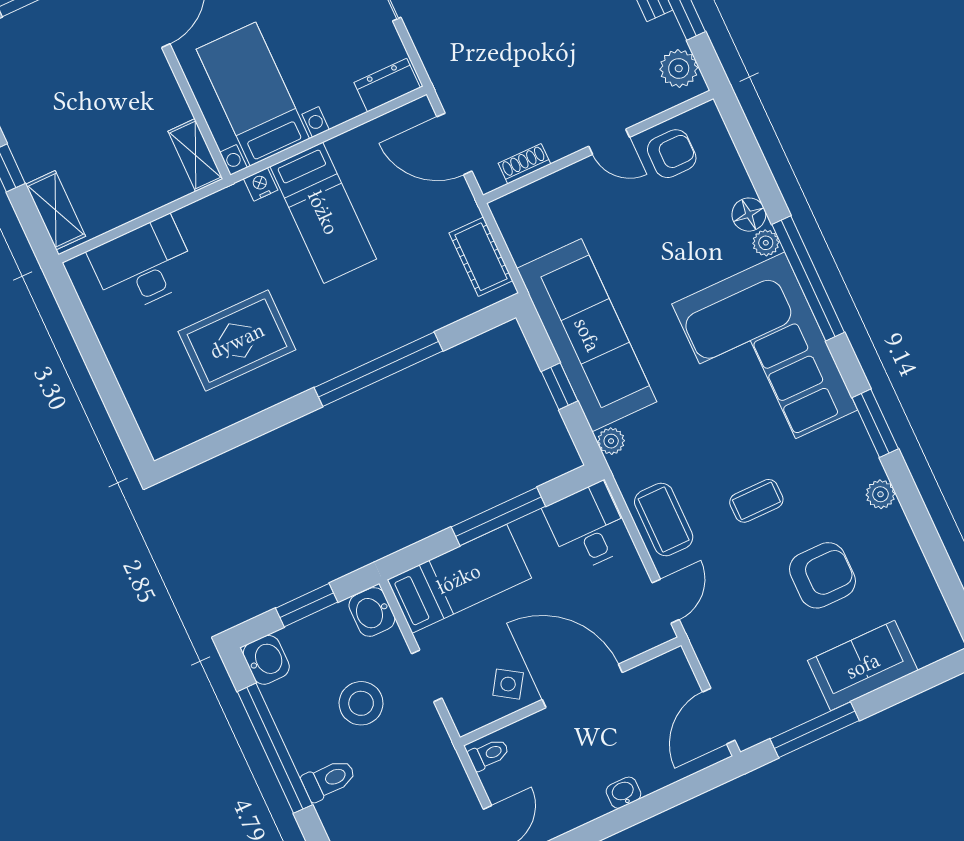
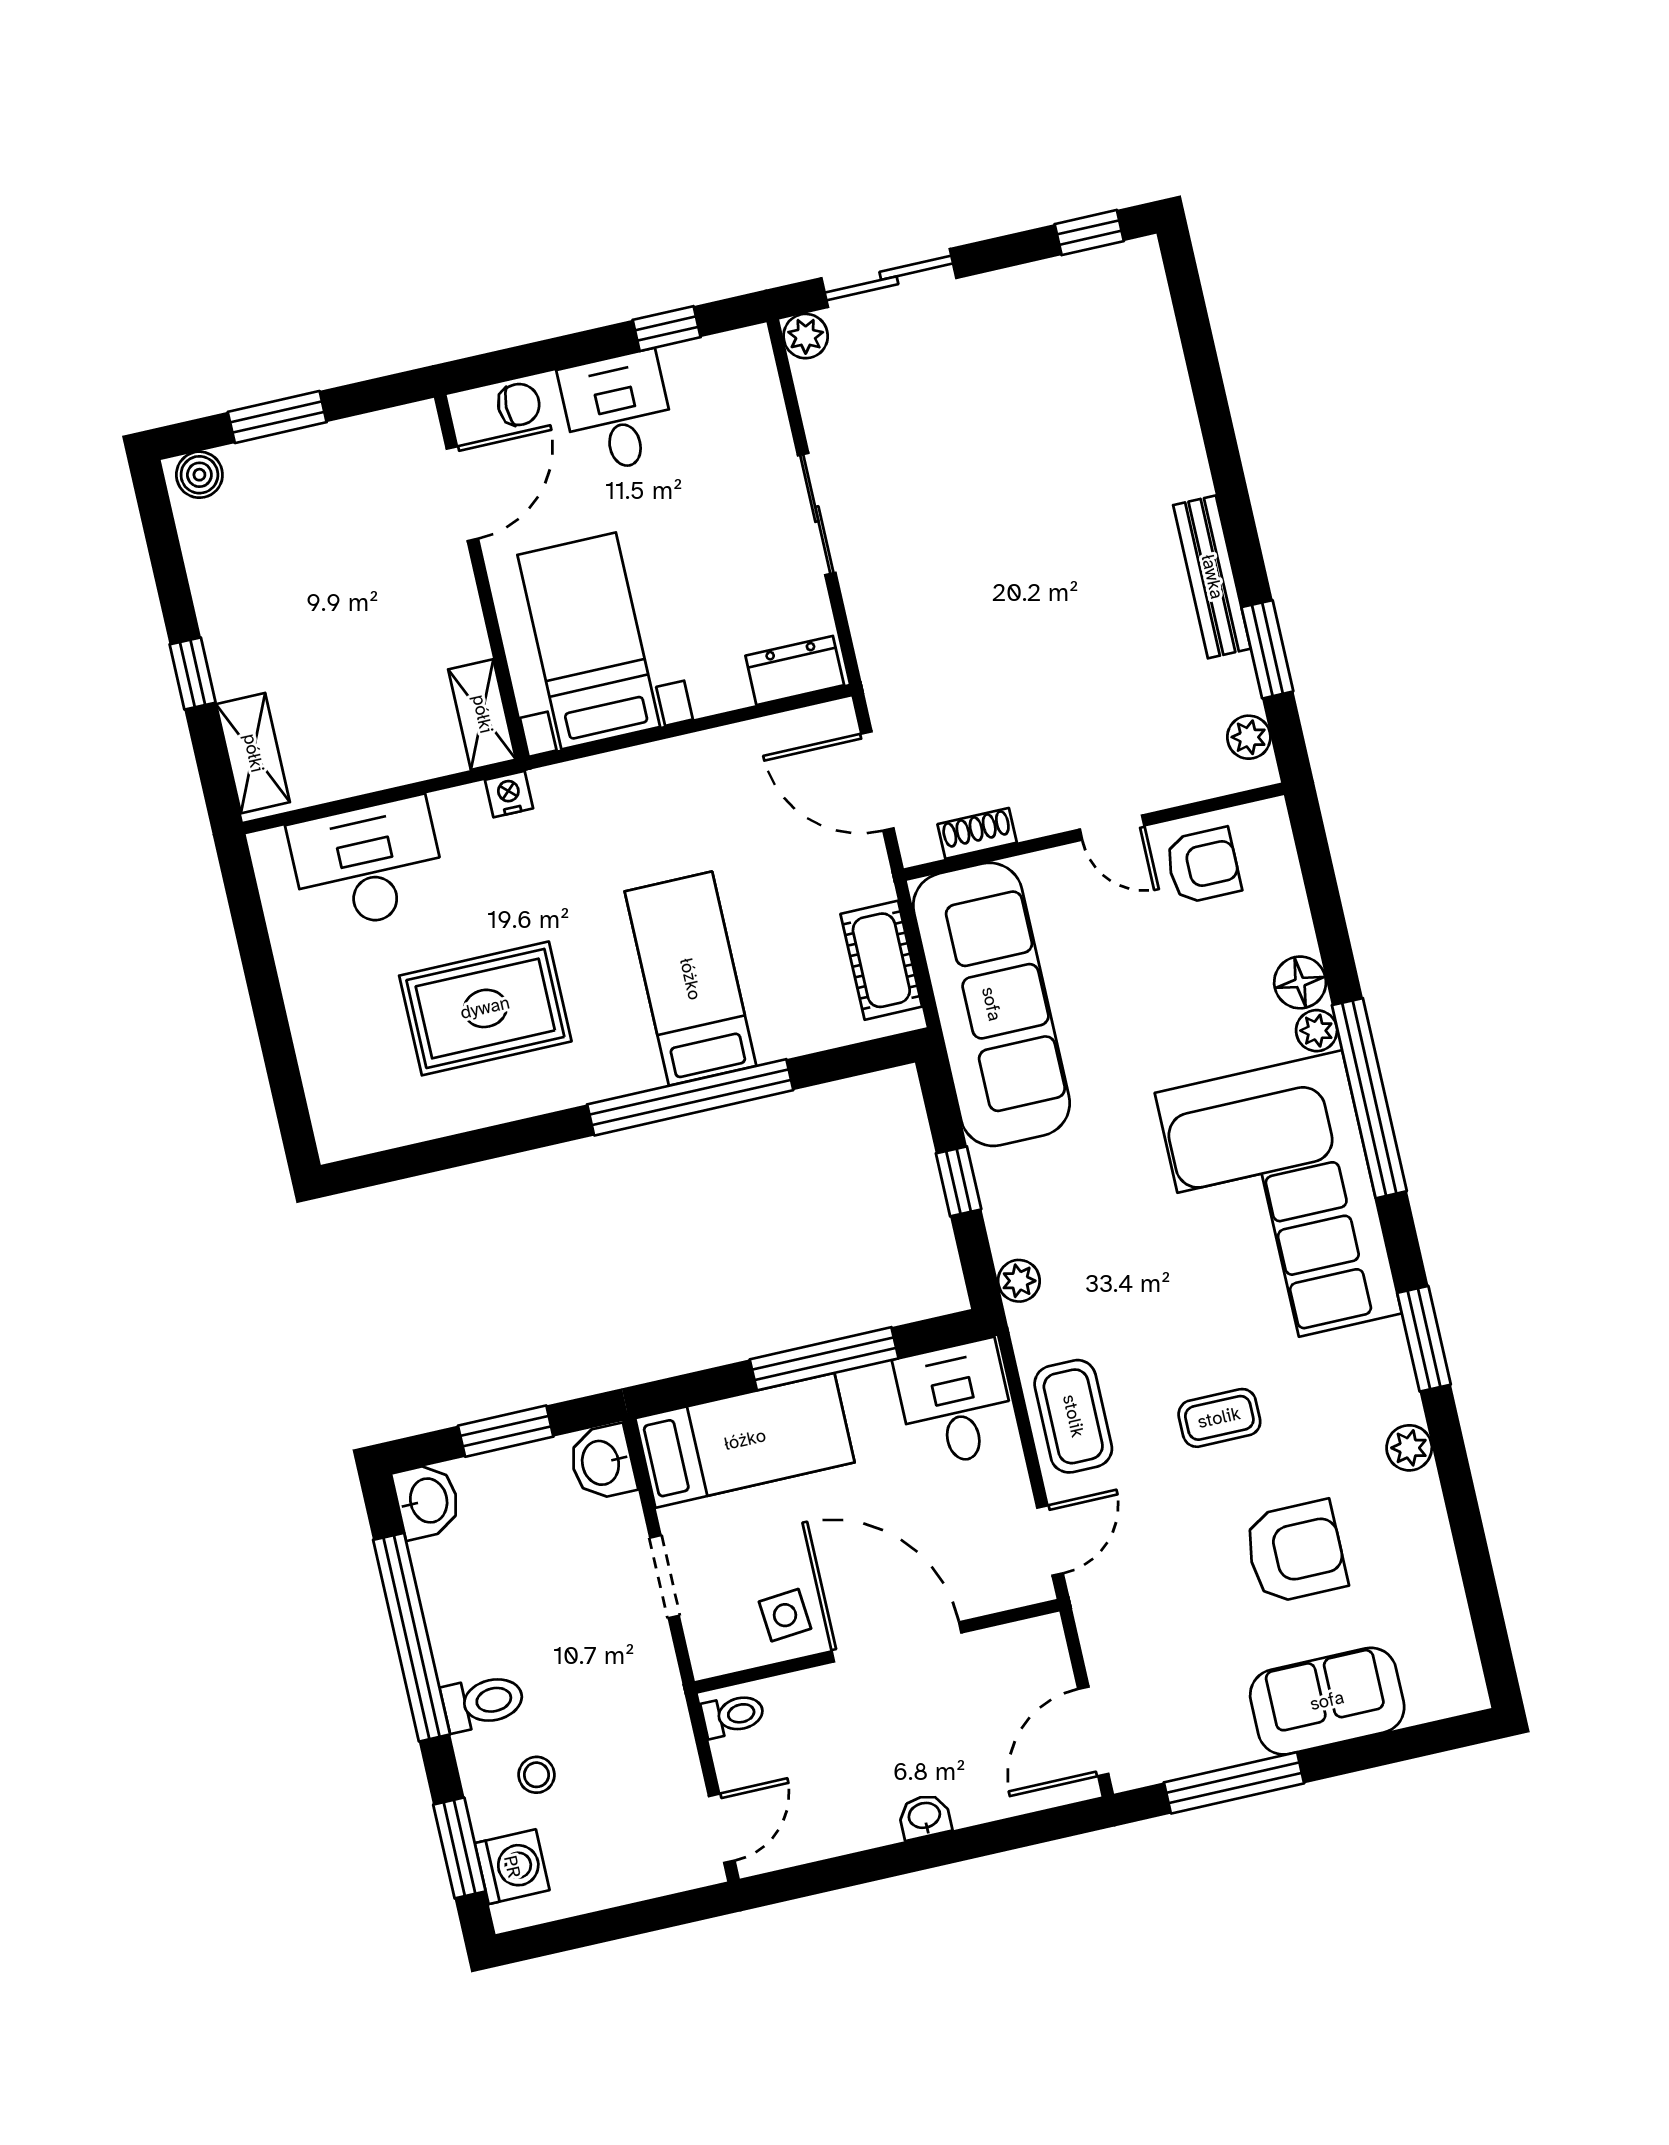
plant: (679, 68) -> (1249, 737), width x0.73, depth x0.73
nightstand: (261, 184) -> (509, 794), moved
bed: (323, 213) -> (690, 979), moved, turned 180
sofa: (587, 335) -> (991, 1004), moved
side table: (508, 684) -> (785, 1615), turned -38
stool: (361, 703) -> (536, 1775), moved, width x0.53, depth x0.53

